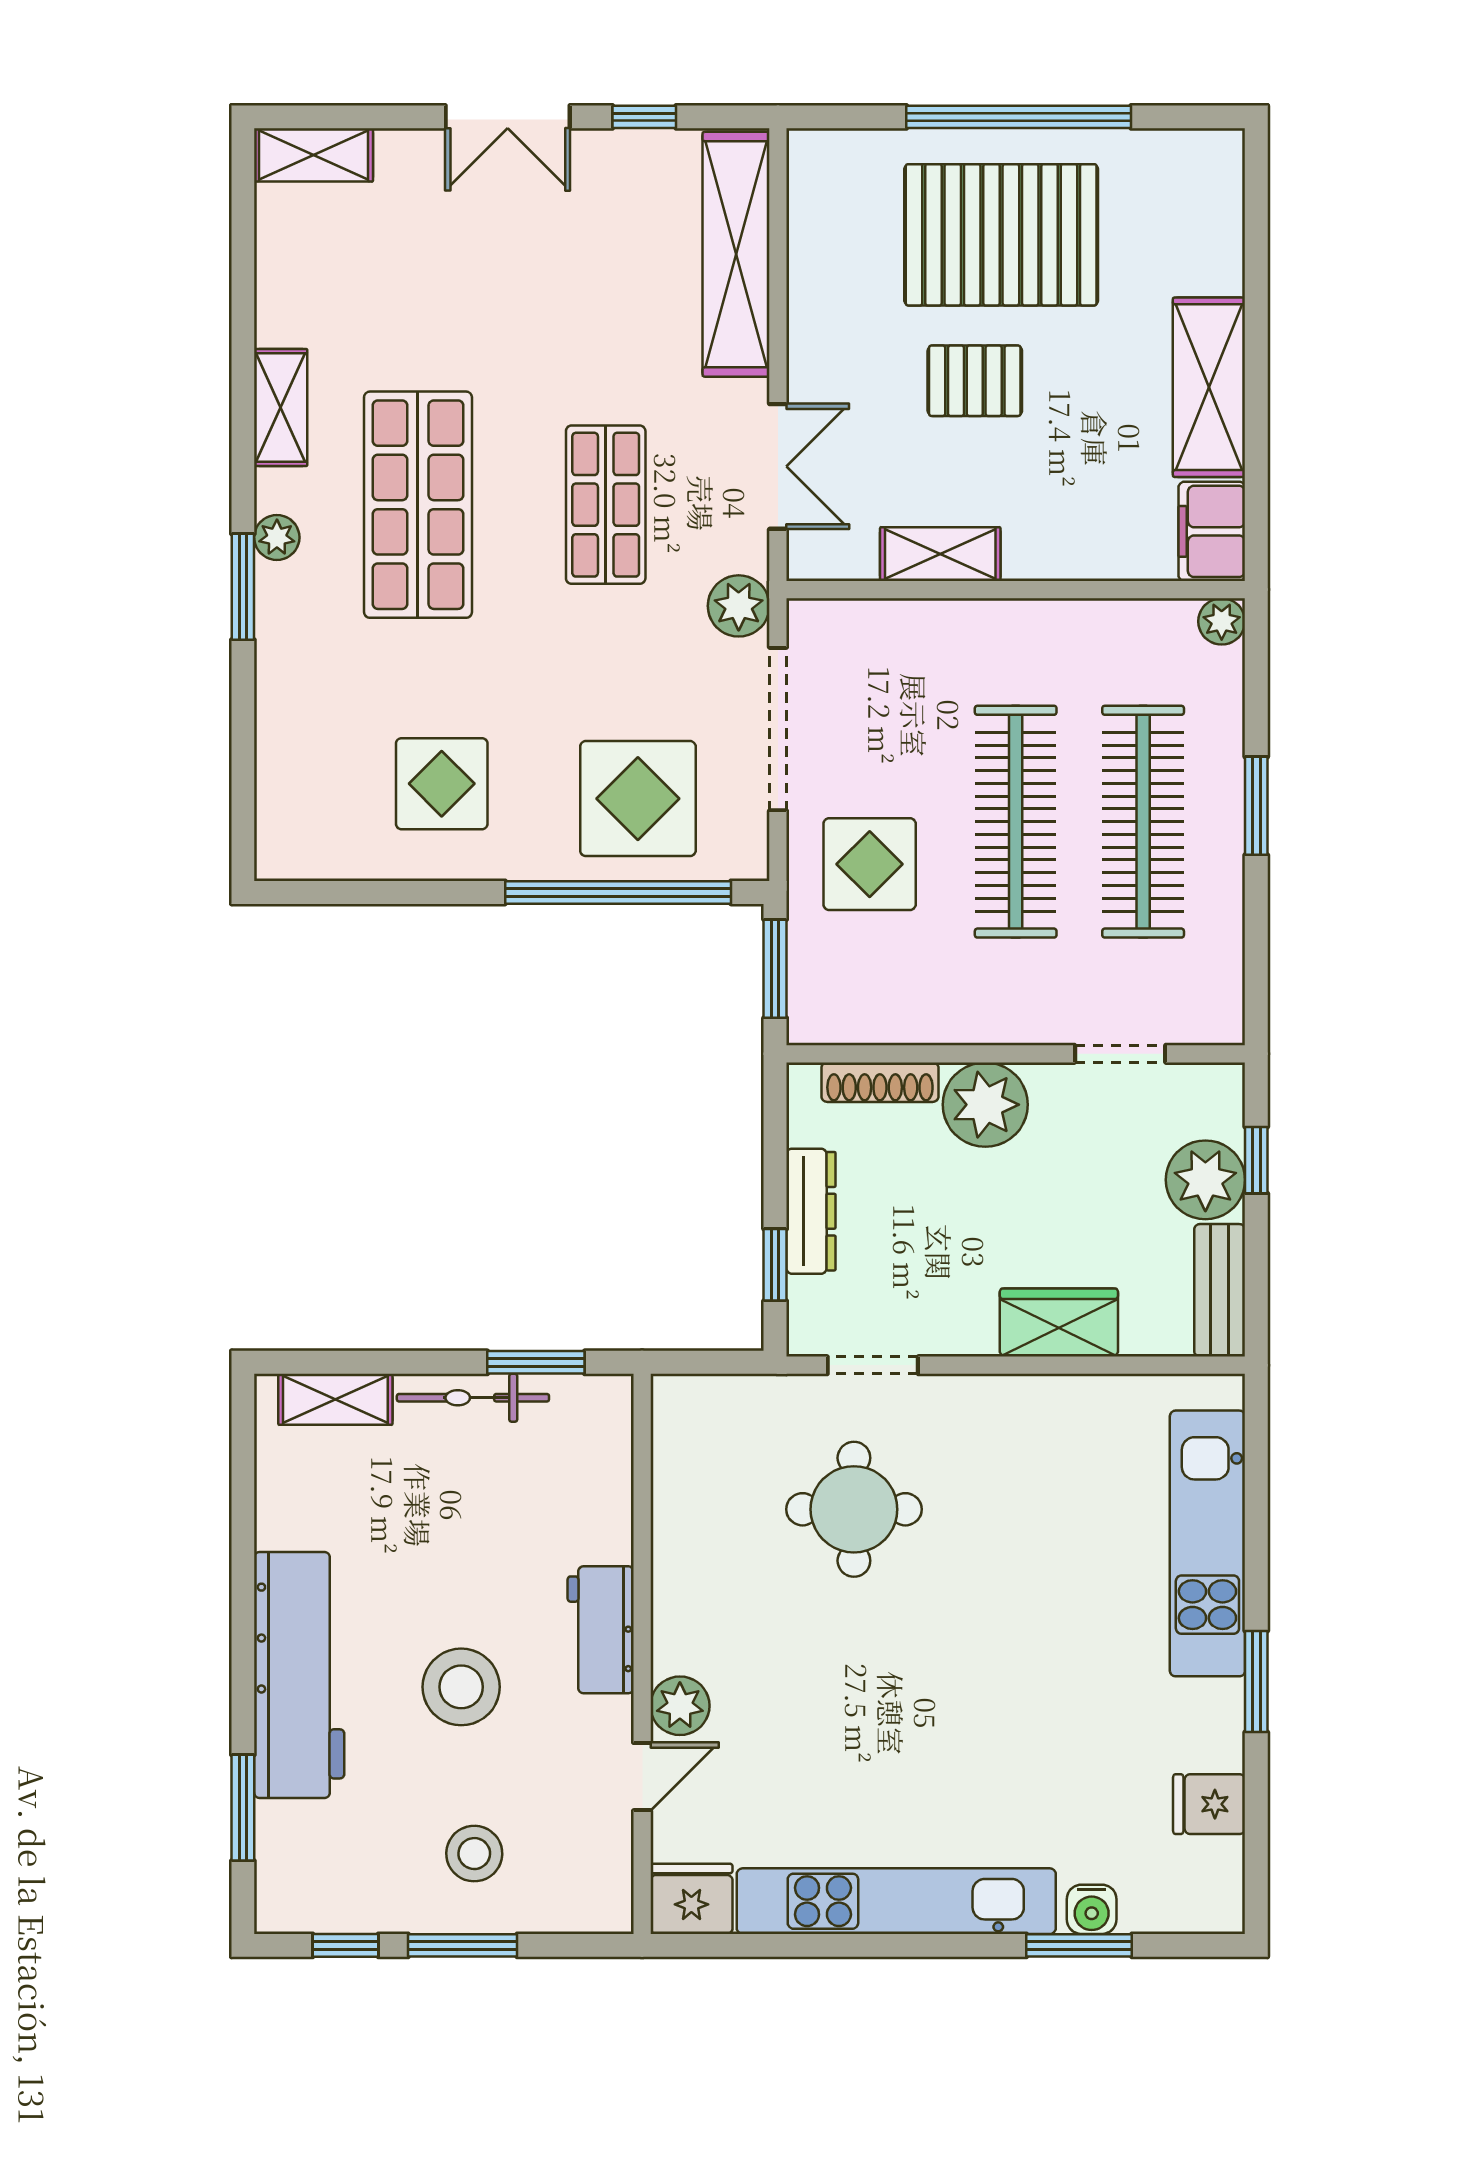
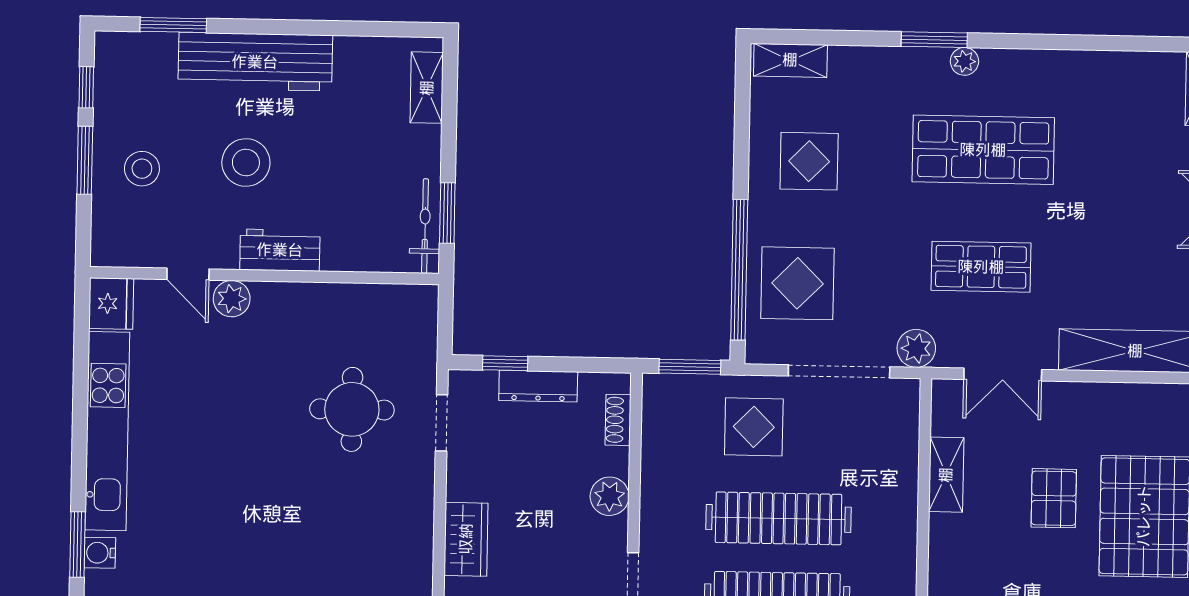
shelving: (281, 407) -> (790, 60), moved
shoe rack: (880, 1082) -> (618, 420), width x0.70
plant: (985, 1105) -> (610, 496), width x0.73, depth x0.73
bicycle: (473, 1398) -> (425, 226), moved

